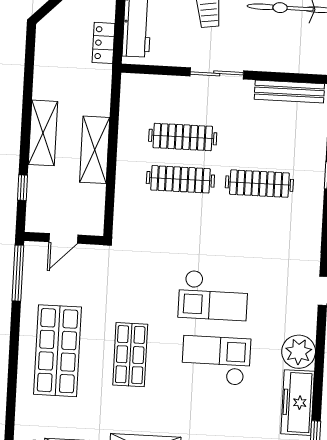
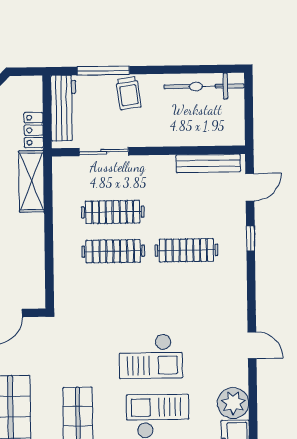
sliding door: (217, 73) -> (104, 152), moved
shelving: (95, 150) -> (31, 181), moved

